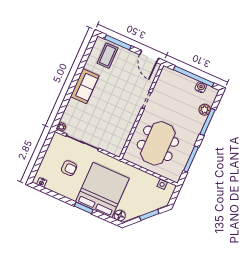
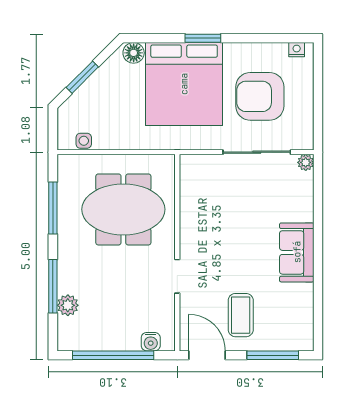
coffee table: (107, 56) -> (241, 315), moved
water cooler: (201, 87) -> (151, 342), moved
meeting table: (158, 143) -> (123, 209), turned 90
armchair: (69, 168) -> (260, 96), width x1.88, depth x1.88

